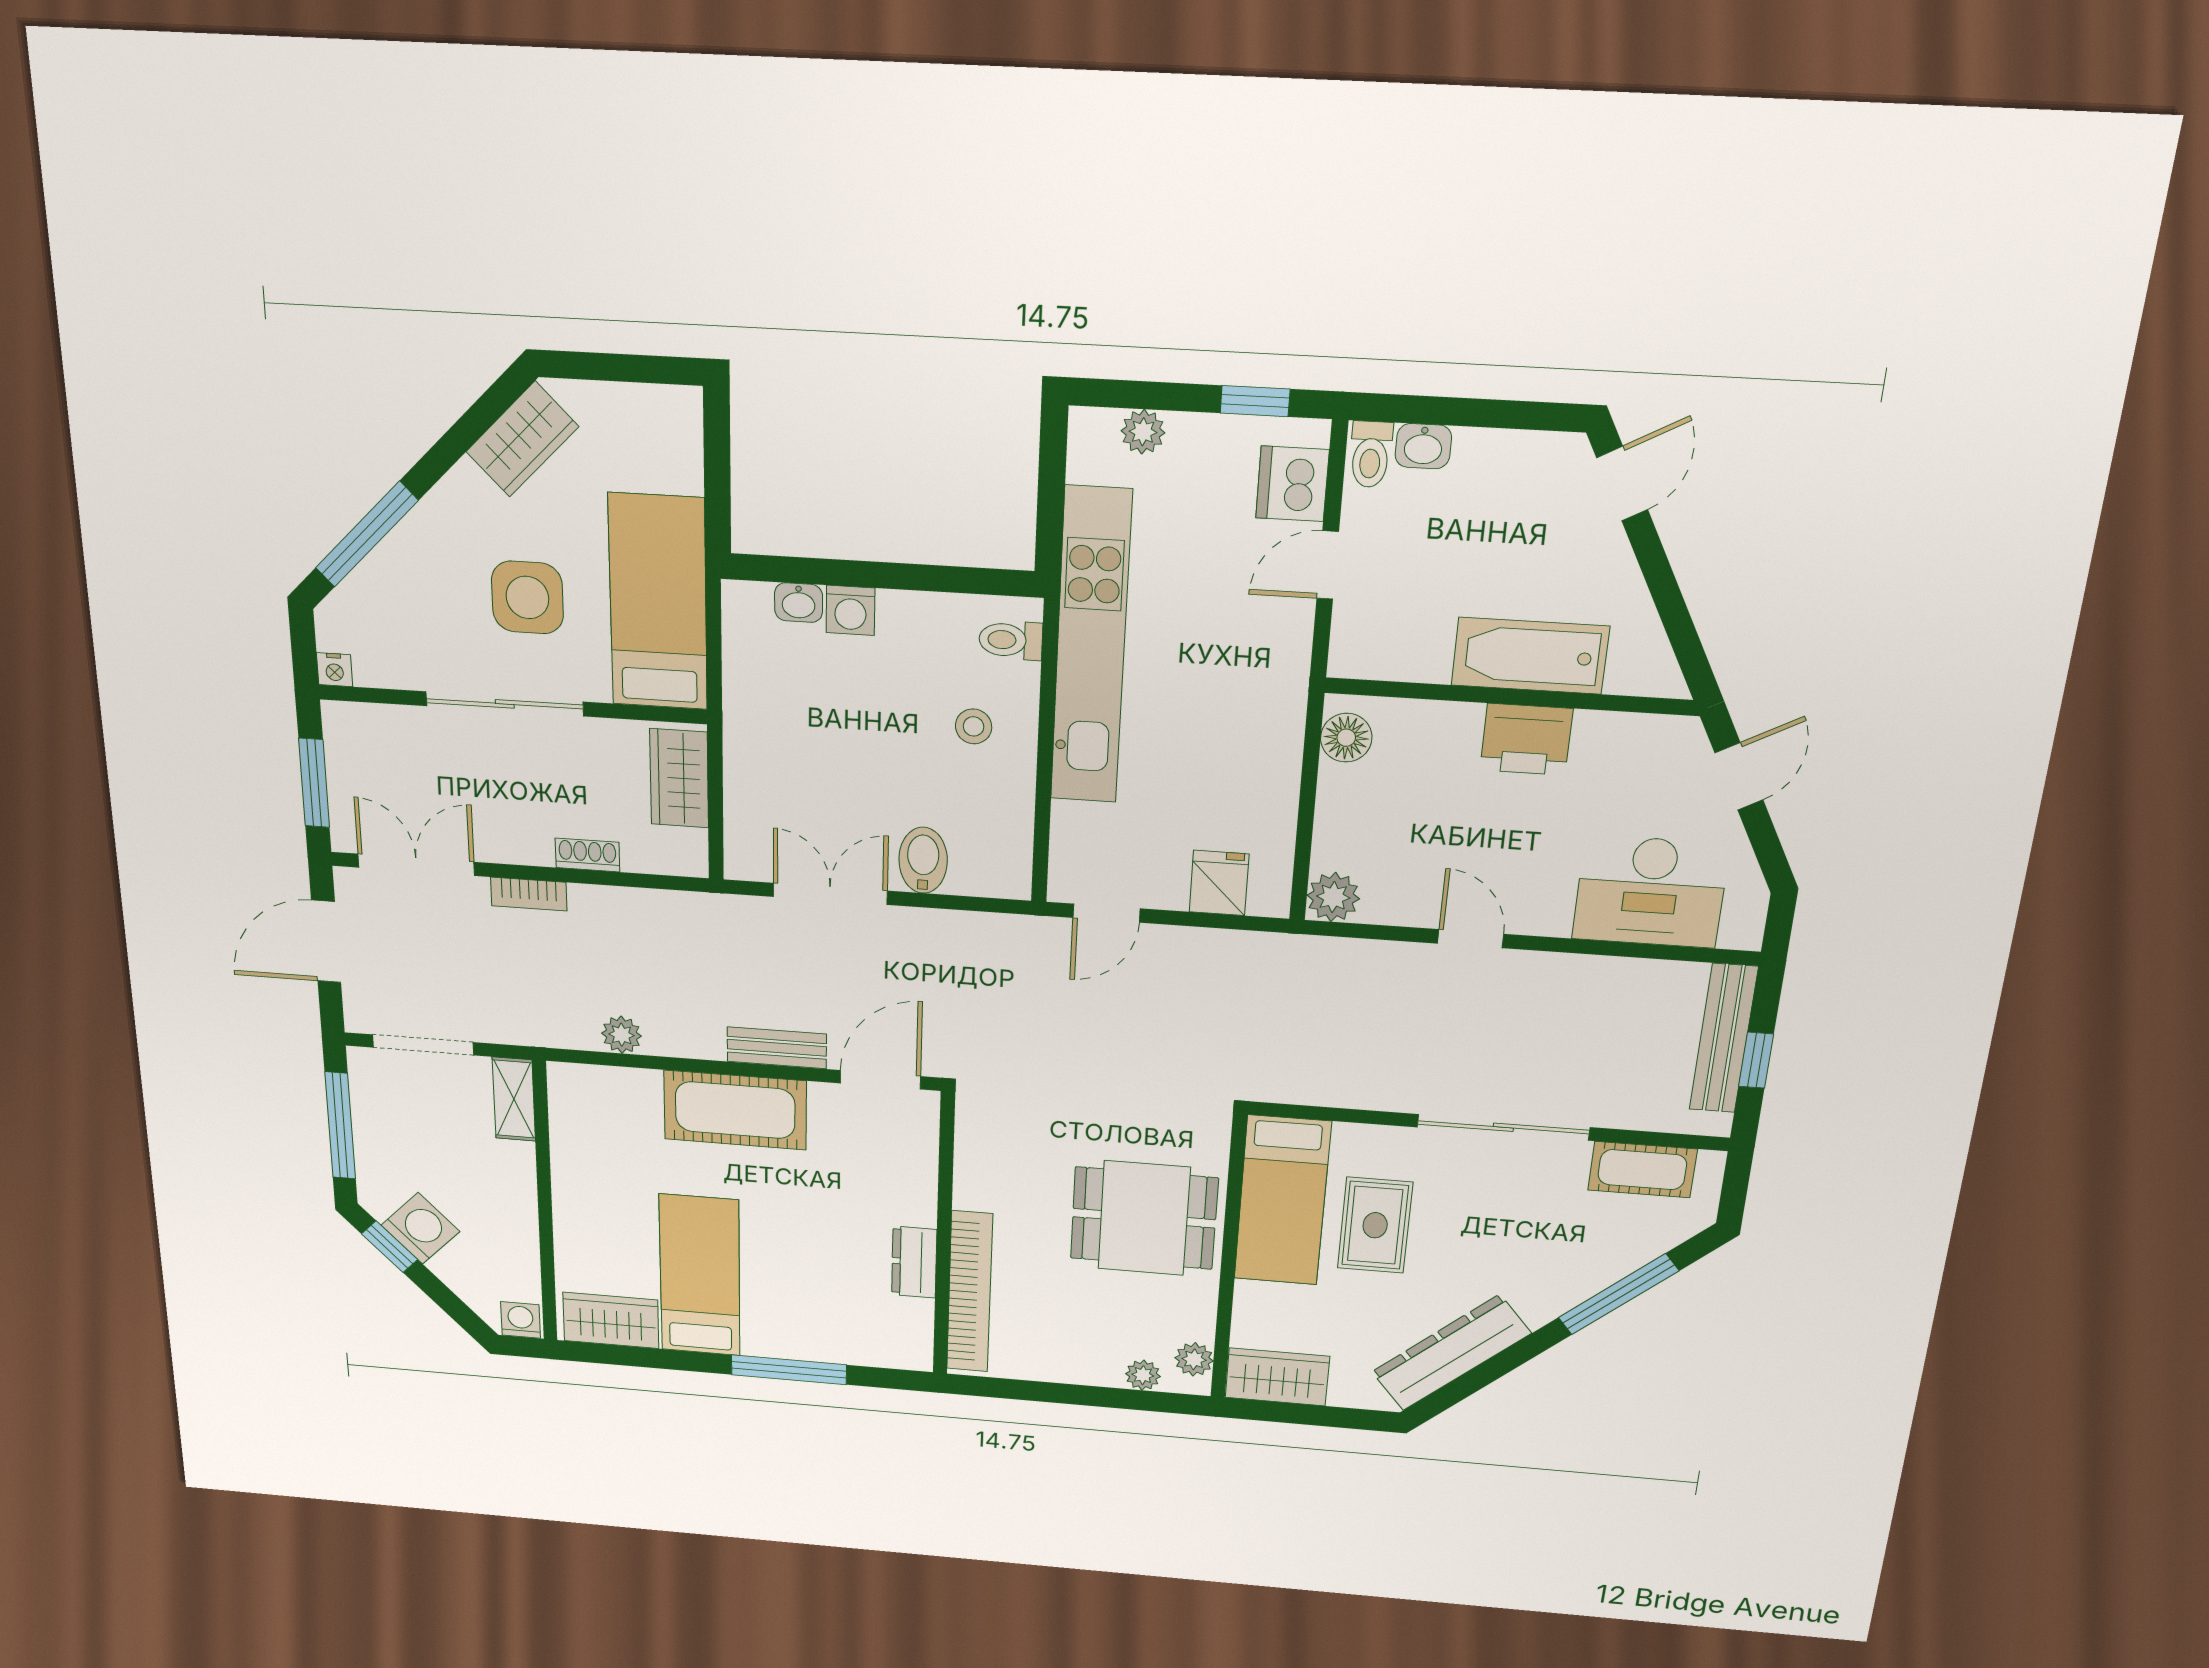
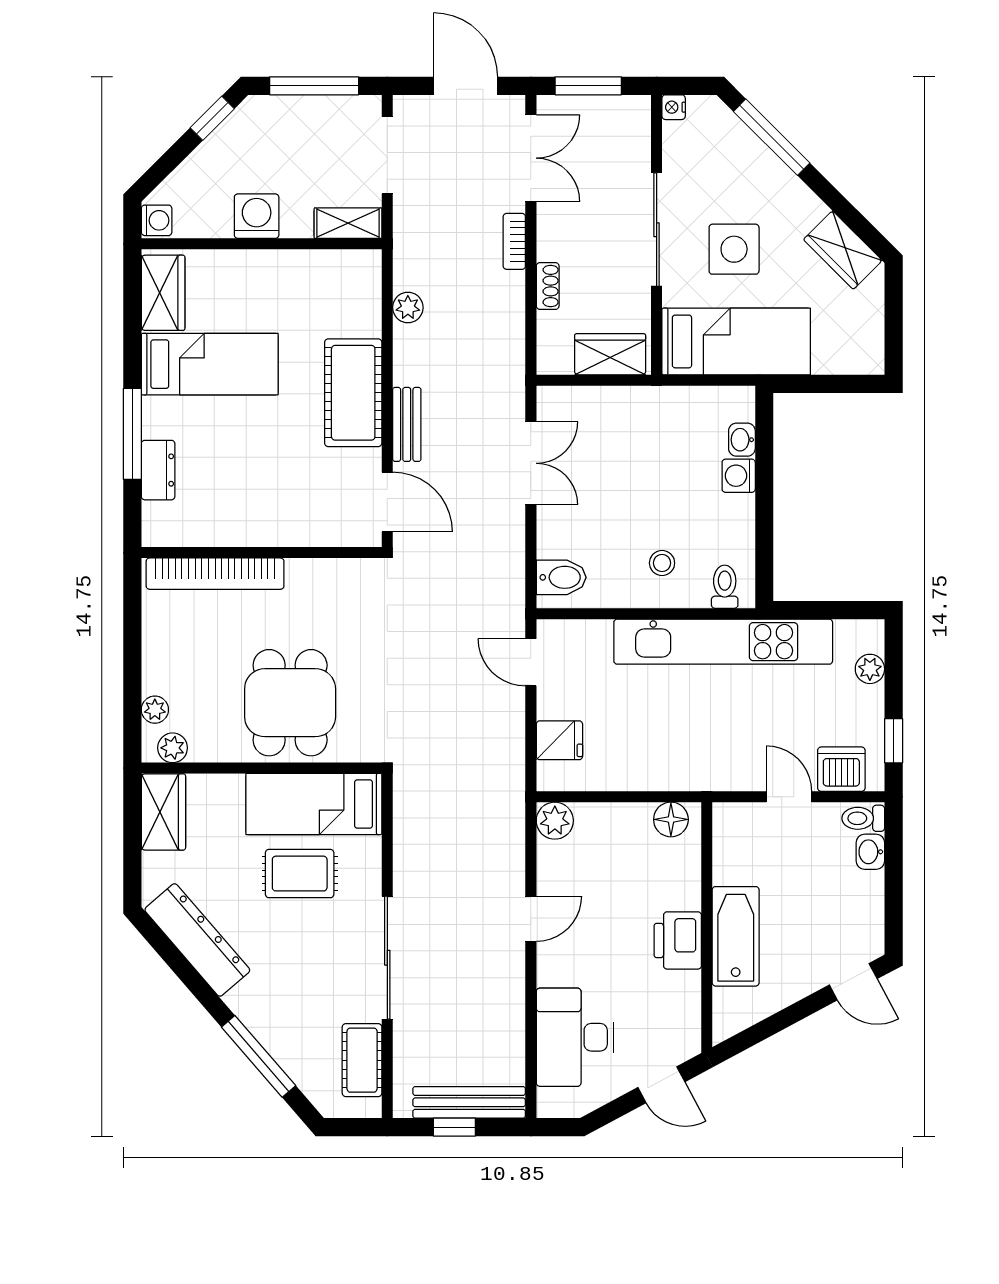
bidet: (923, 860) -> (561, 577), moved
washing machine: (420, 1228) -> (257, 216), moved, turned -135
dresser: (914, 1262) -> (158, 470), moved, turned 90

